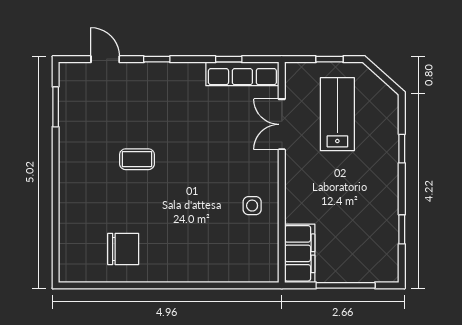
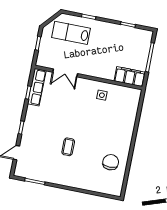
lab bench: (337, 114) -> (71, 33), moved

